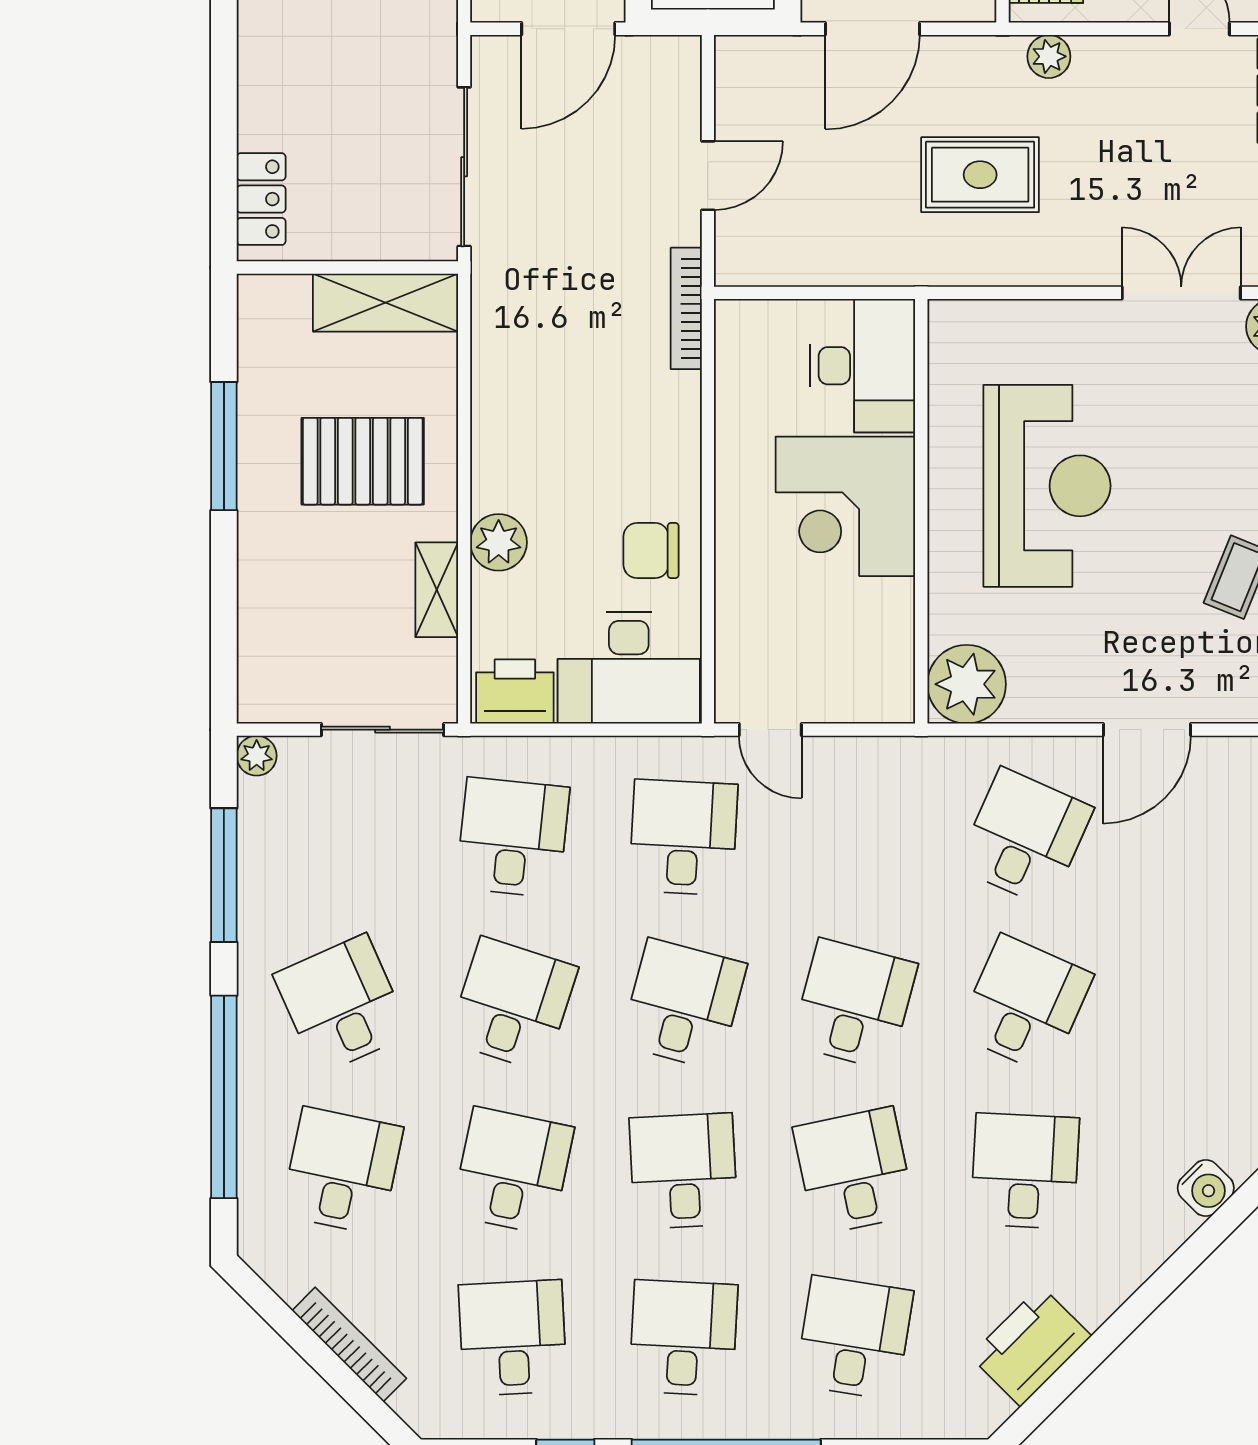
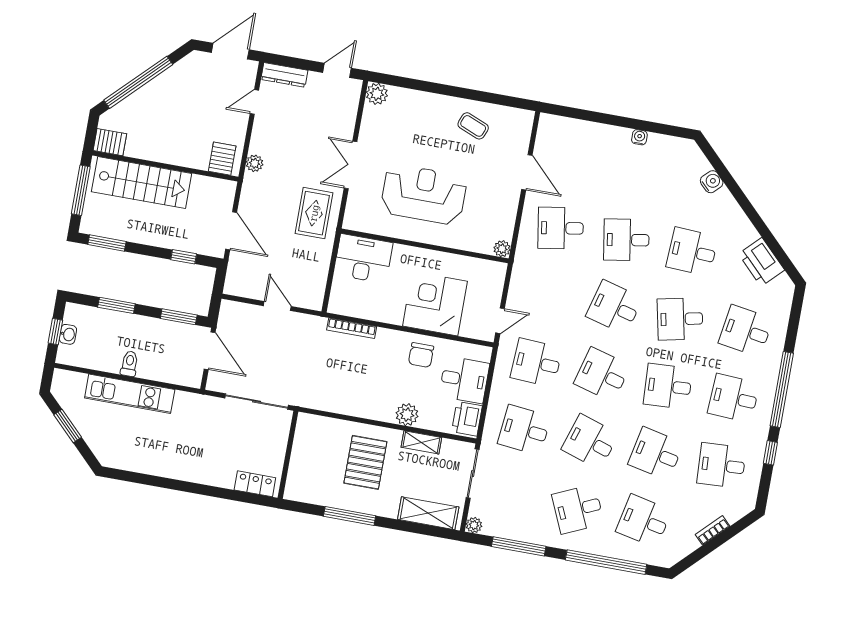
rug: (980, 175) -> (314, 213), moved
double door: (1181, 293) -> (350, 165), moved
shelving: (385, 303) -> (428, 513), moved, turned 90
bookcase: (686, 308) -> (352, 328), moved
corner desk: (845, 506) -> (435, 304), moved, turned 180
desk: (629, 668) -> (464, 380), width x0.73
plant: (967, 684) -> (502, 249), width x0.53, depth x0.53
desk: (1025, 837) -> (561, 228), turned -33
desk: (1025, 1004) -> (626, 240), turned -33
bookcase: (349, 1344) -> (713, 530), width x0.64

